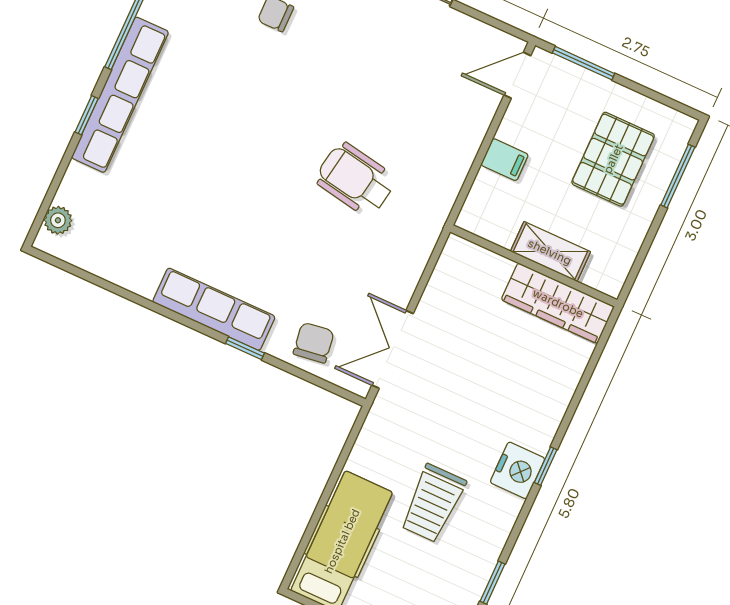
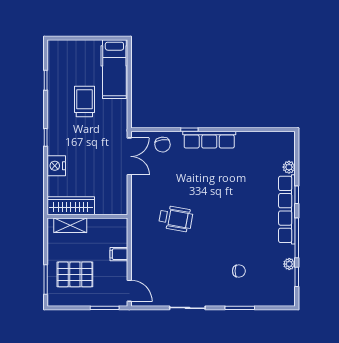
door: (517, 75) -> (129, 291), hinge flipped
pallet: (613, 159) -> (75, 274), turned 90
plant: (58, 220) -> (289, 167), moved
shelving: (550, 252) -> (70, 225), moved
nightstand: (518, 470) -> (56, 166), moved

